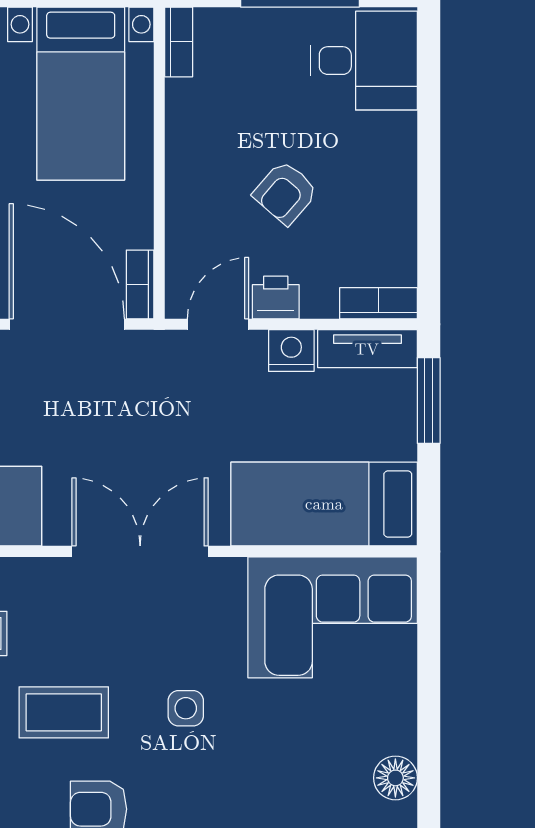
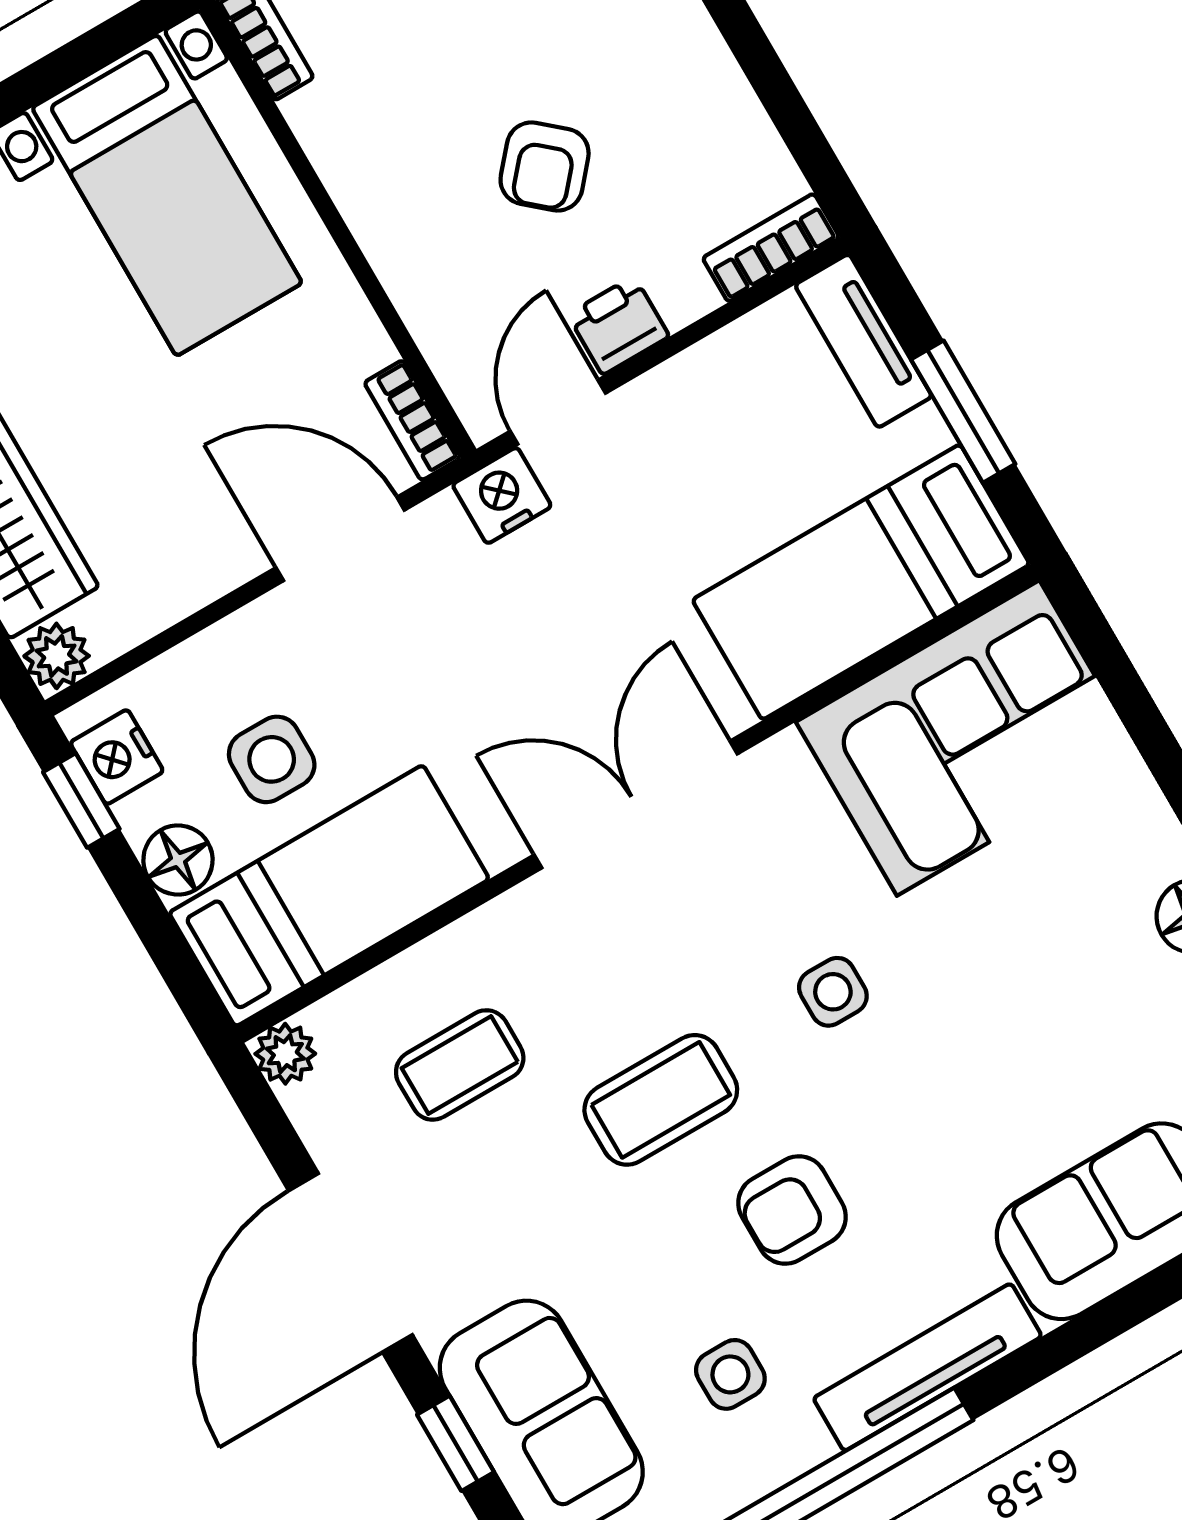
door: (67, 324) -> (340, 539), width x0.73
tv unit: (367, 349) -> (863, 341), moved, turned 90
nightstand: (291, 351) -> (502, 495), moved
window: (429, 401) -> (963, 412), moved

